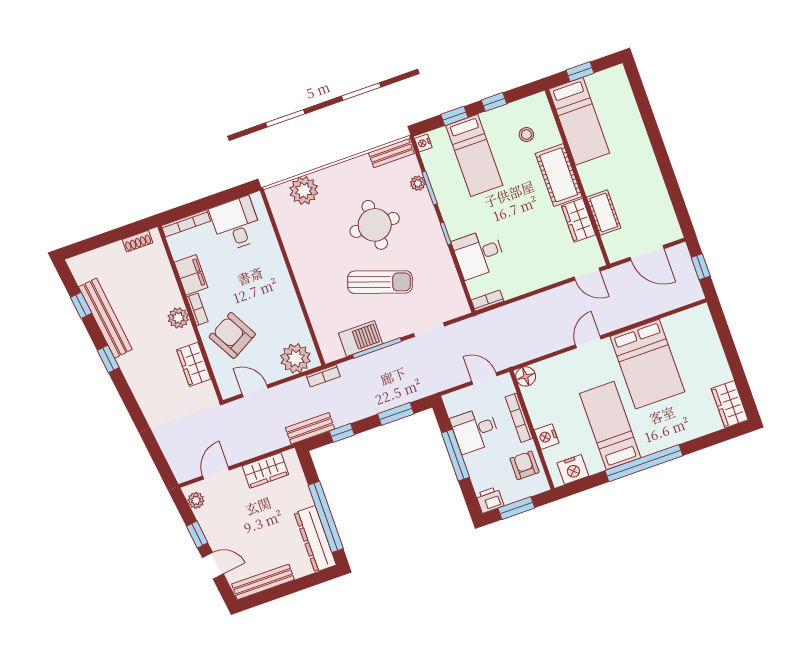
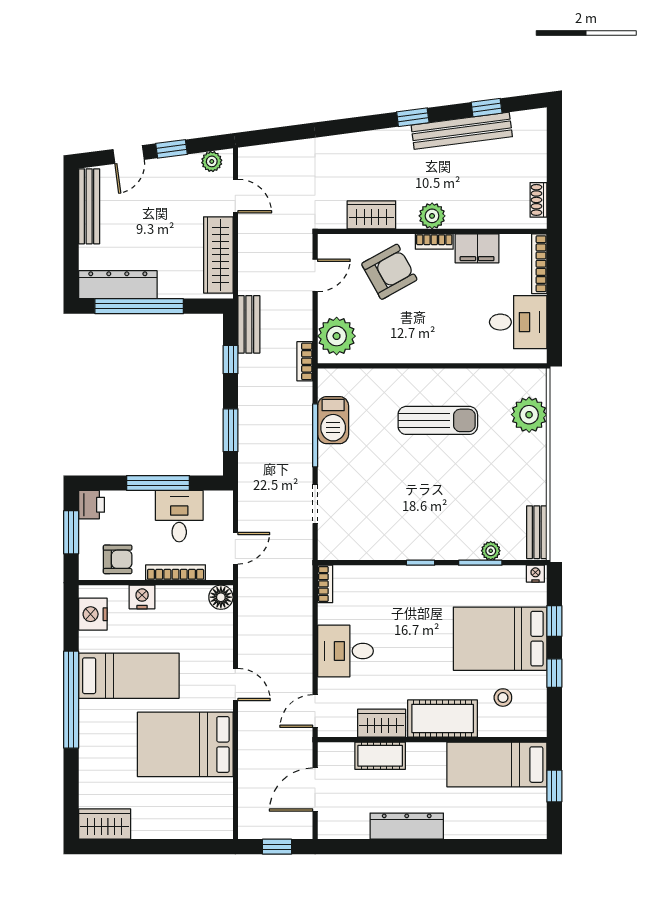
bed: (474, 155) -> (500, 639), width x1.50
dresser: (650, 173) -> (407, 826), added
round table: (375, 225) -> (460, 483), removed
desk: (479, 254) -> (346, 651), moved, turned -90
sun lounger: (380, 282) -> (438, 420), moved, turned -109
wardrobe: (265, 470) -> (218, 255), width x1.50

